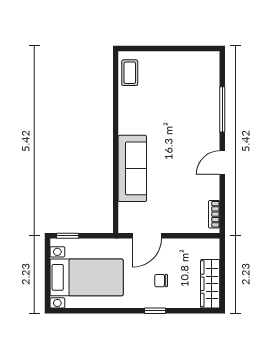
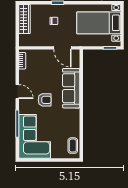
corner sofa: (193, 88) -> (35, 136), added
armchair: (177, 149) -> (45, 100), added
door: (222, 163) -> (17, 92), hinge flipped
door: (147, 236) -> (62, 48), swing flipped

